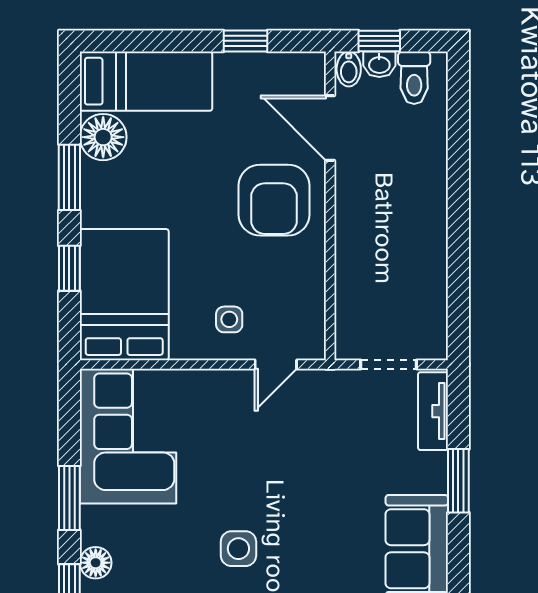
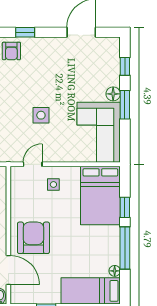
floor lamp: (103, 137) -> (115, 271), width x0.53, depth x0.53
window: (69, 177) -> (125, 248), width x1.44
side table: (238, 549) -> (41, 115), moved
floor lamp: (96, 563) -> (113, 94), moved

